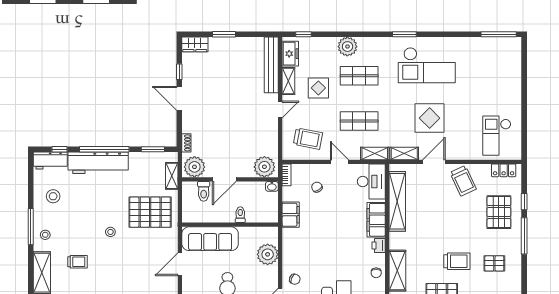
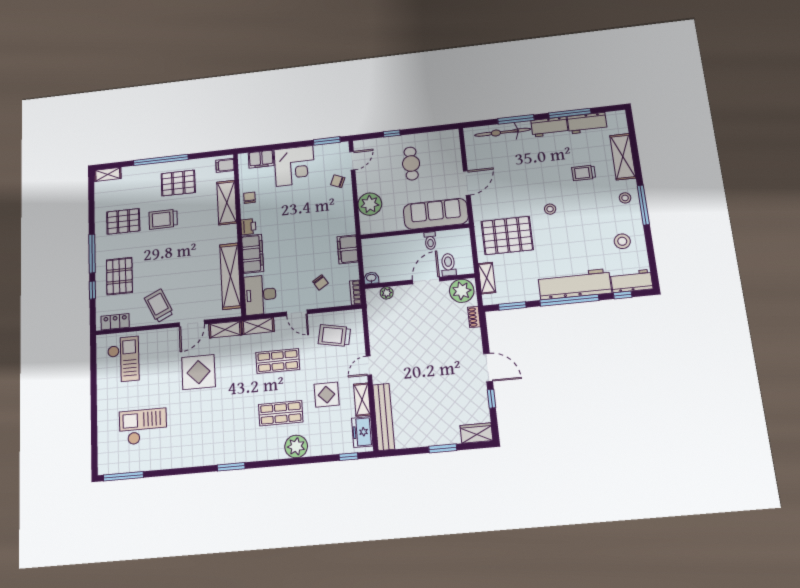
checkout: (427, 65) -> (143, 427), moved, width x0.73, depth x0.83
plant: (264, 167) -> (387, 293), width x0.53, depth x0.53
toilet: (240, 215) -> (430, 241), moved
pallet: (494, 263) -> (123, 221), width x1.50, depth x1.42

